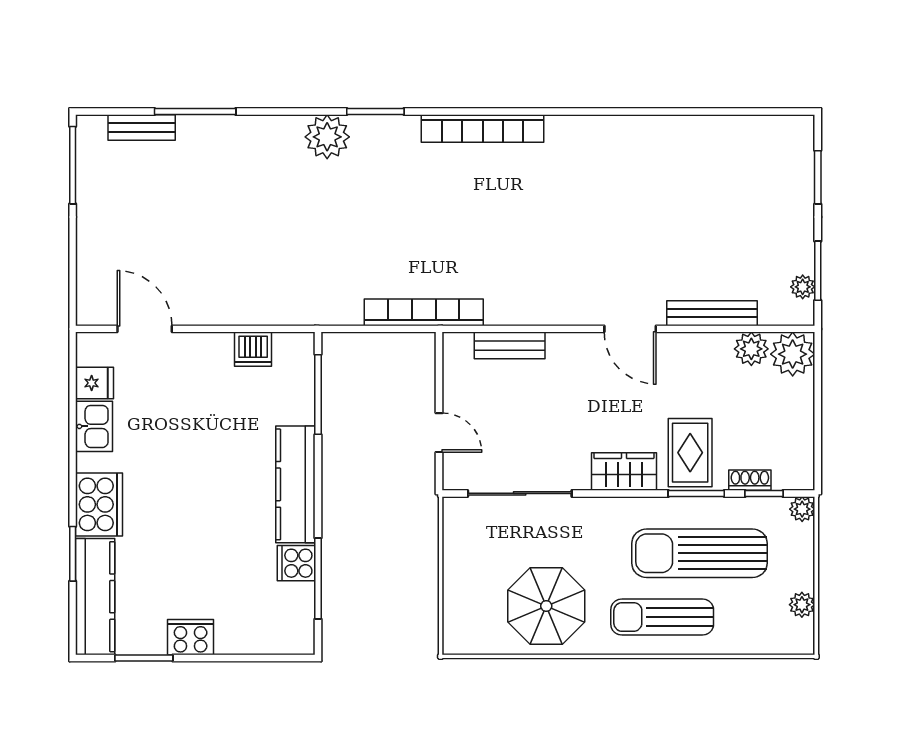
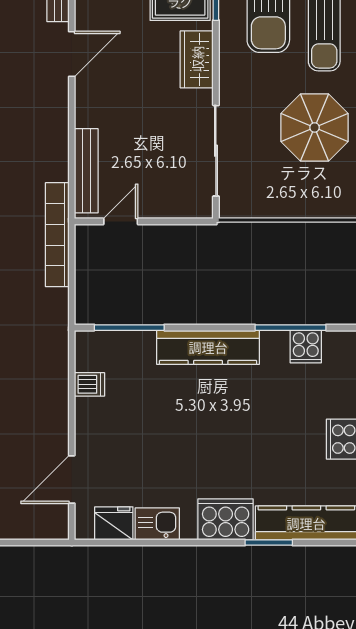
bench: (510, 345) -> (86, 171), width x1.36
dishwasher: (253, 349) -> (90, 384), width x0.73
fridge: (95, 383) -> (114, 523), width x1.38
door: (439, 433) -> (121, 221), moved
cooker: (296, 563) -> (306, 347), moved

